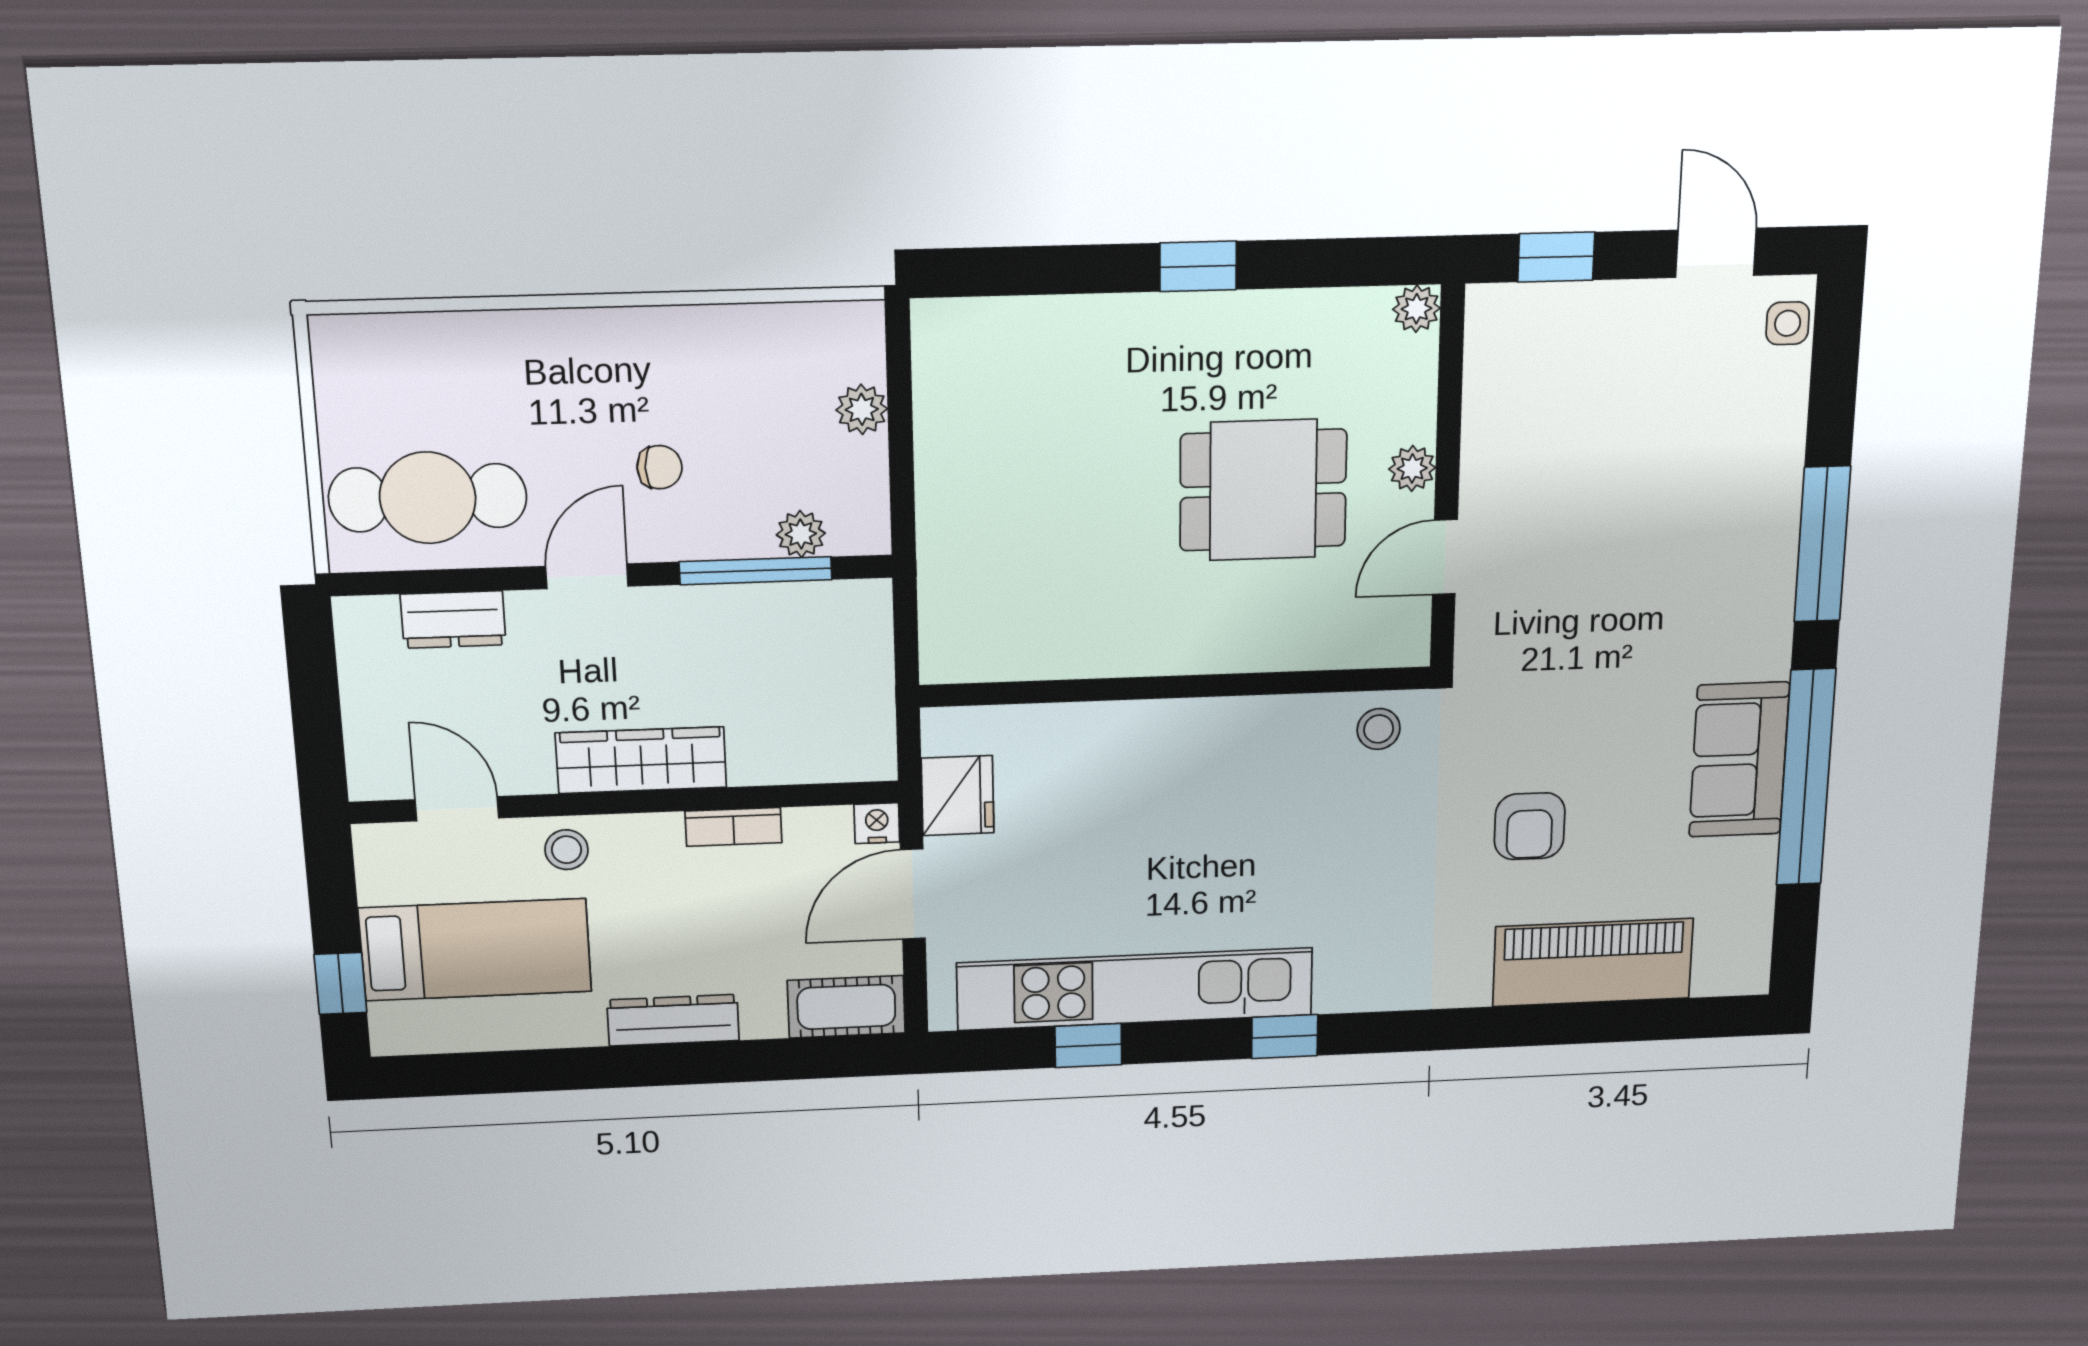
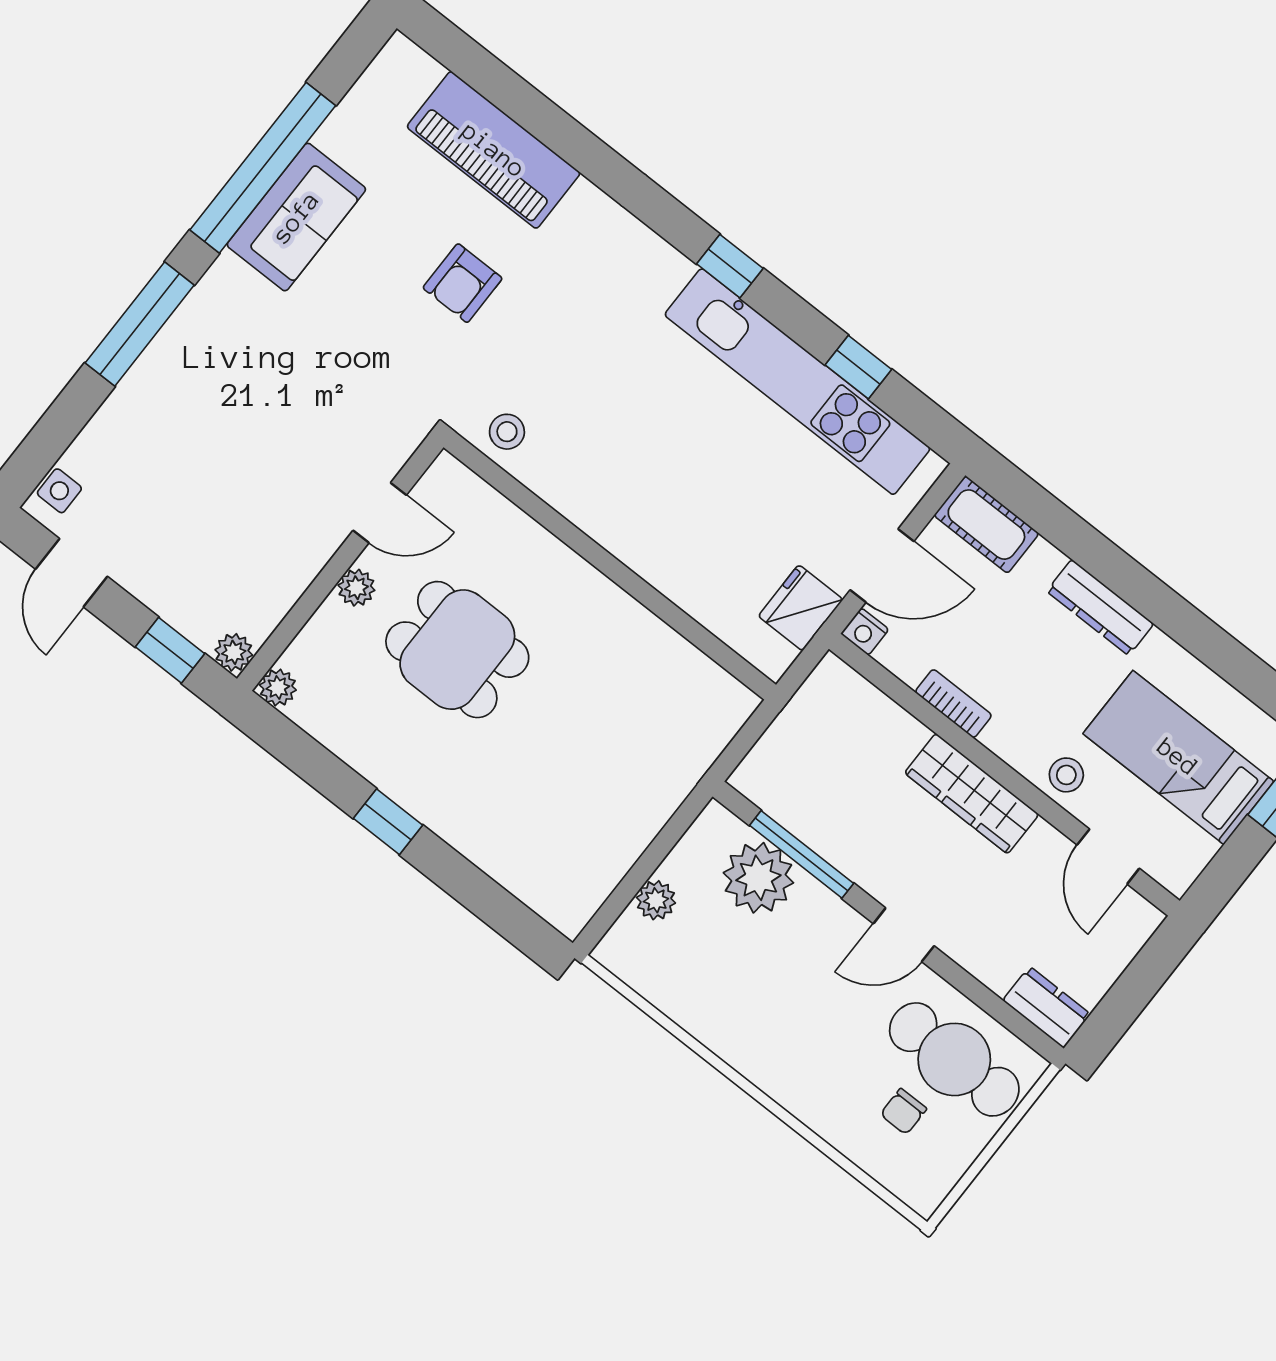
plant: (1489, 307) -> (234, 652), added
chair: (660, 467) -> (903, 1112), moved, turned -90
plant: (801, 534) -> (758, 878), width x1.87, depth x1.87
dresser: (453, 620) -> (1047, 1007), moved
armchair: (1530, 826) -> (463, 283), turned 180

